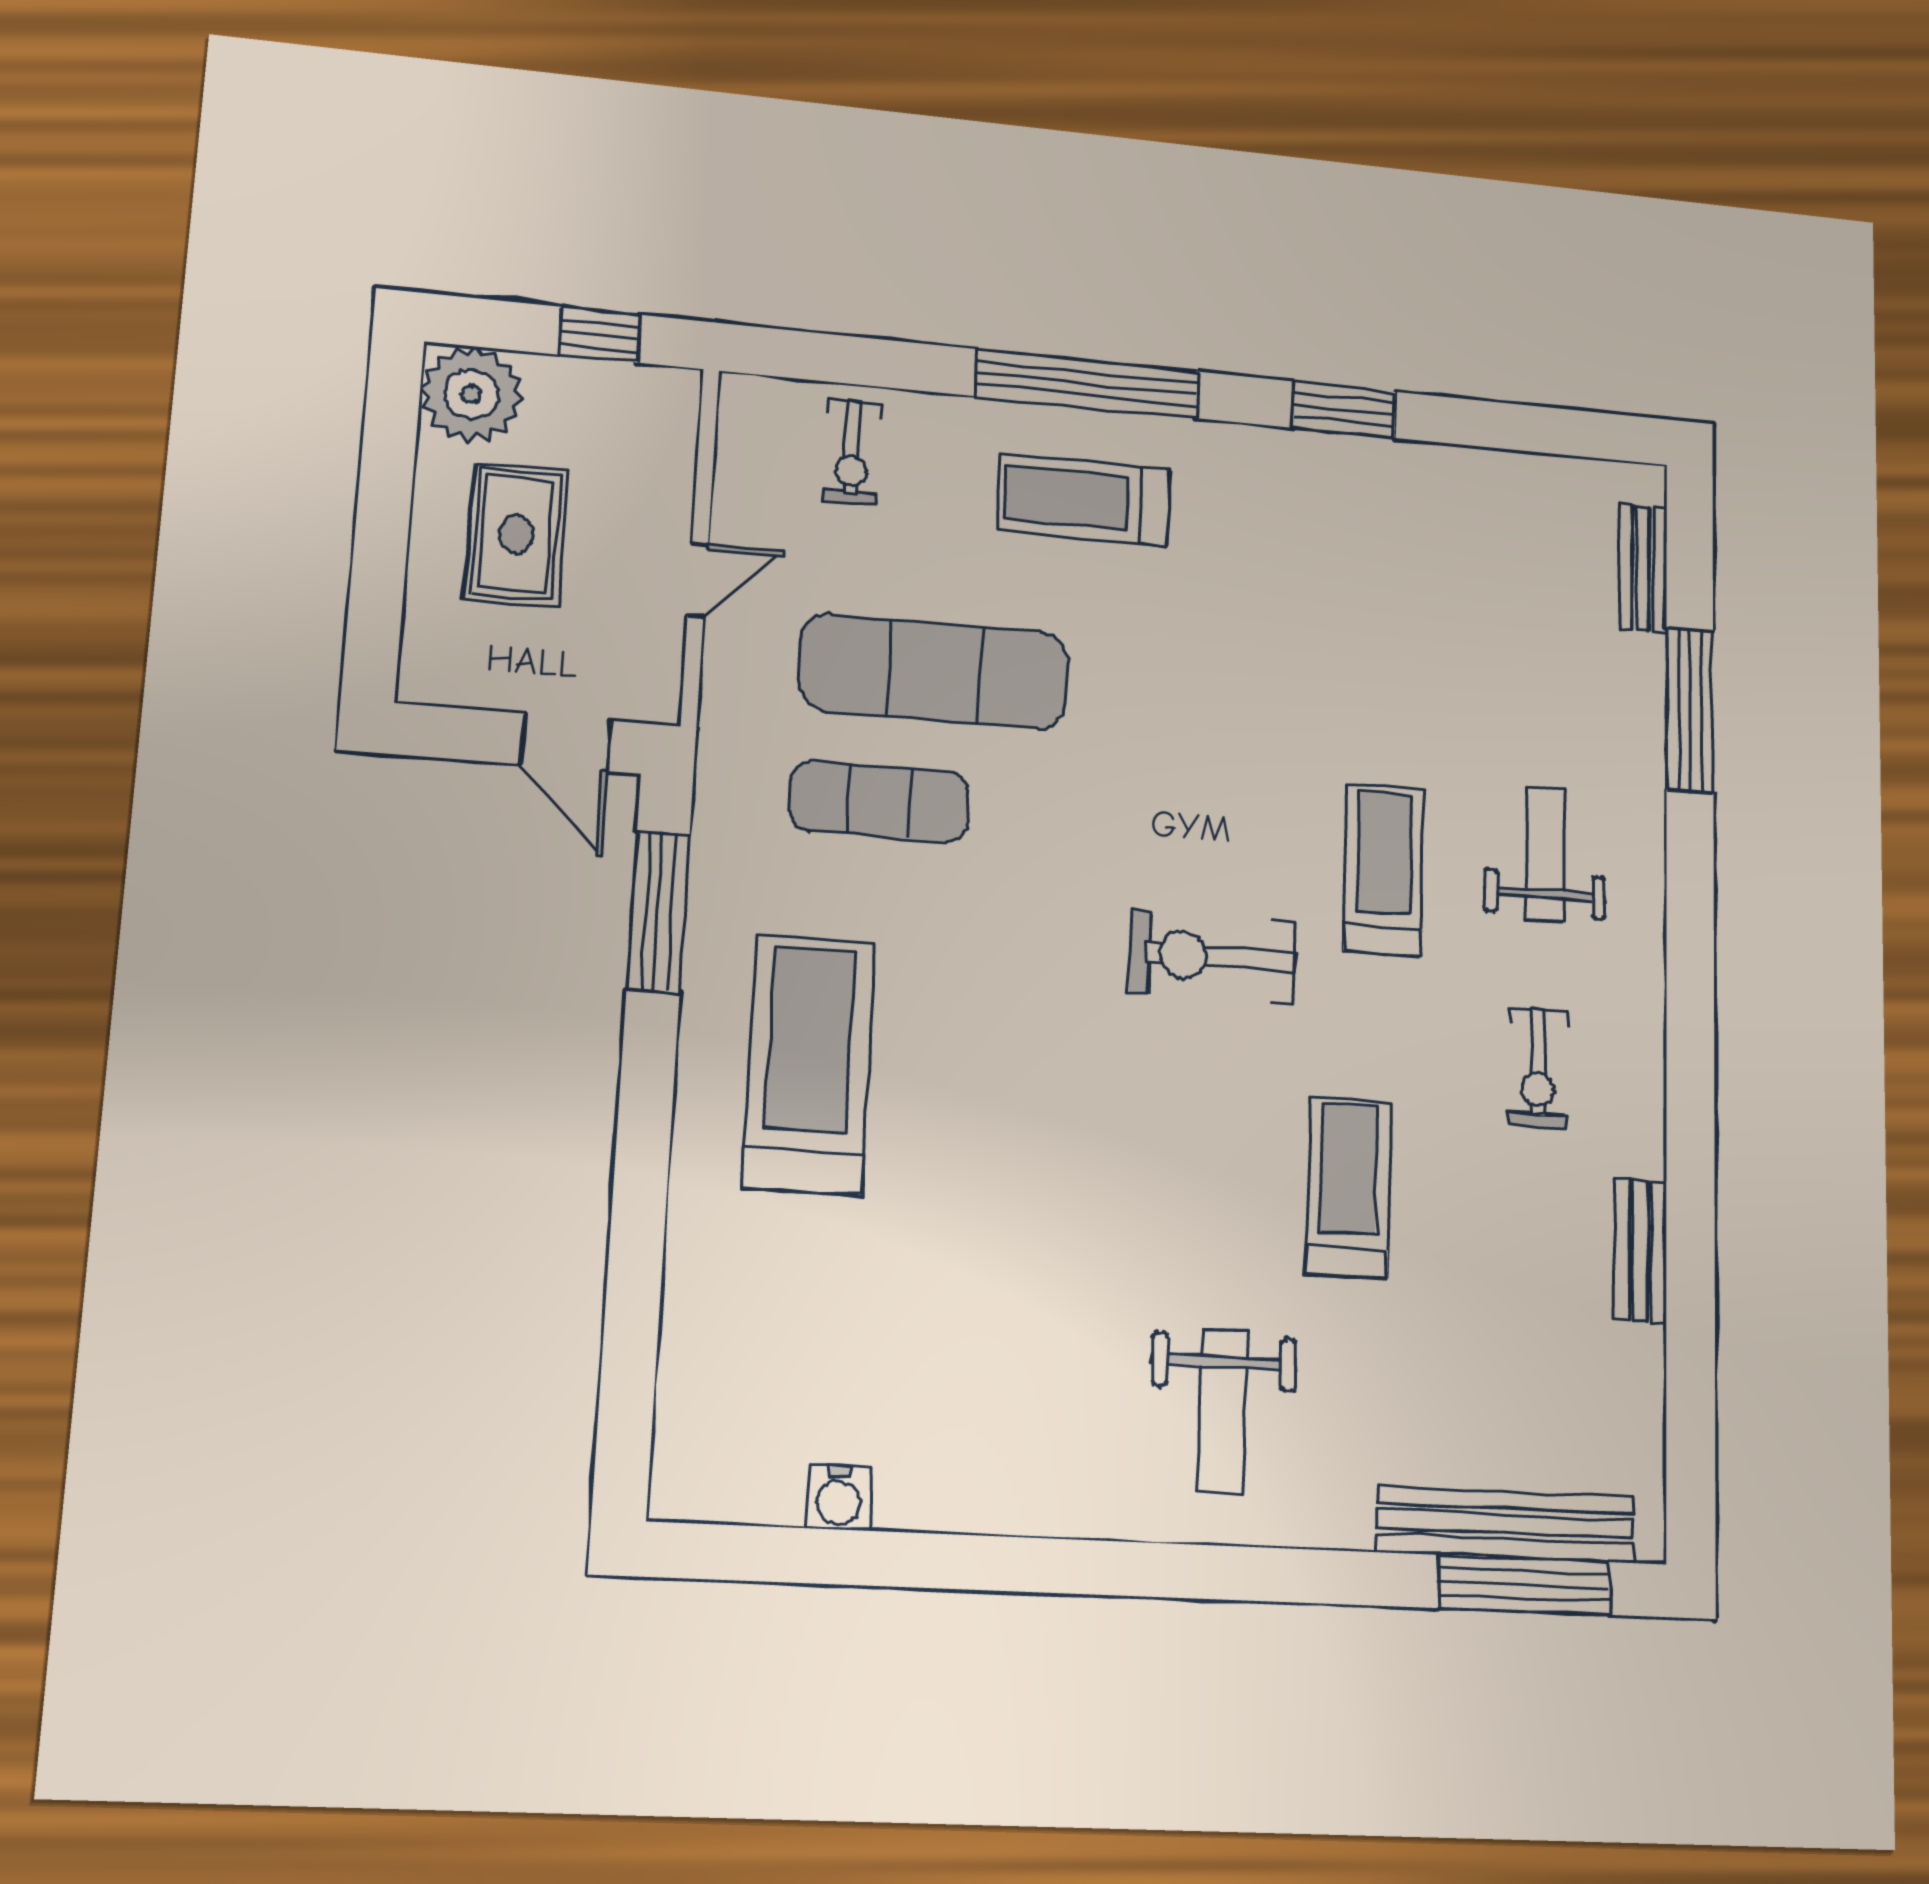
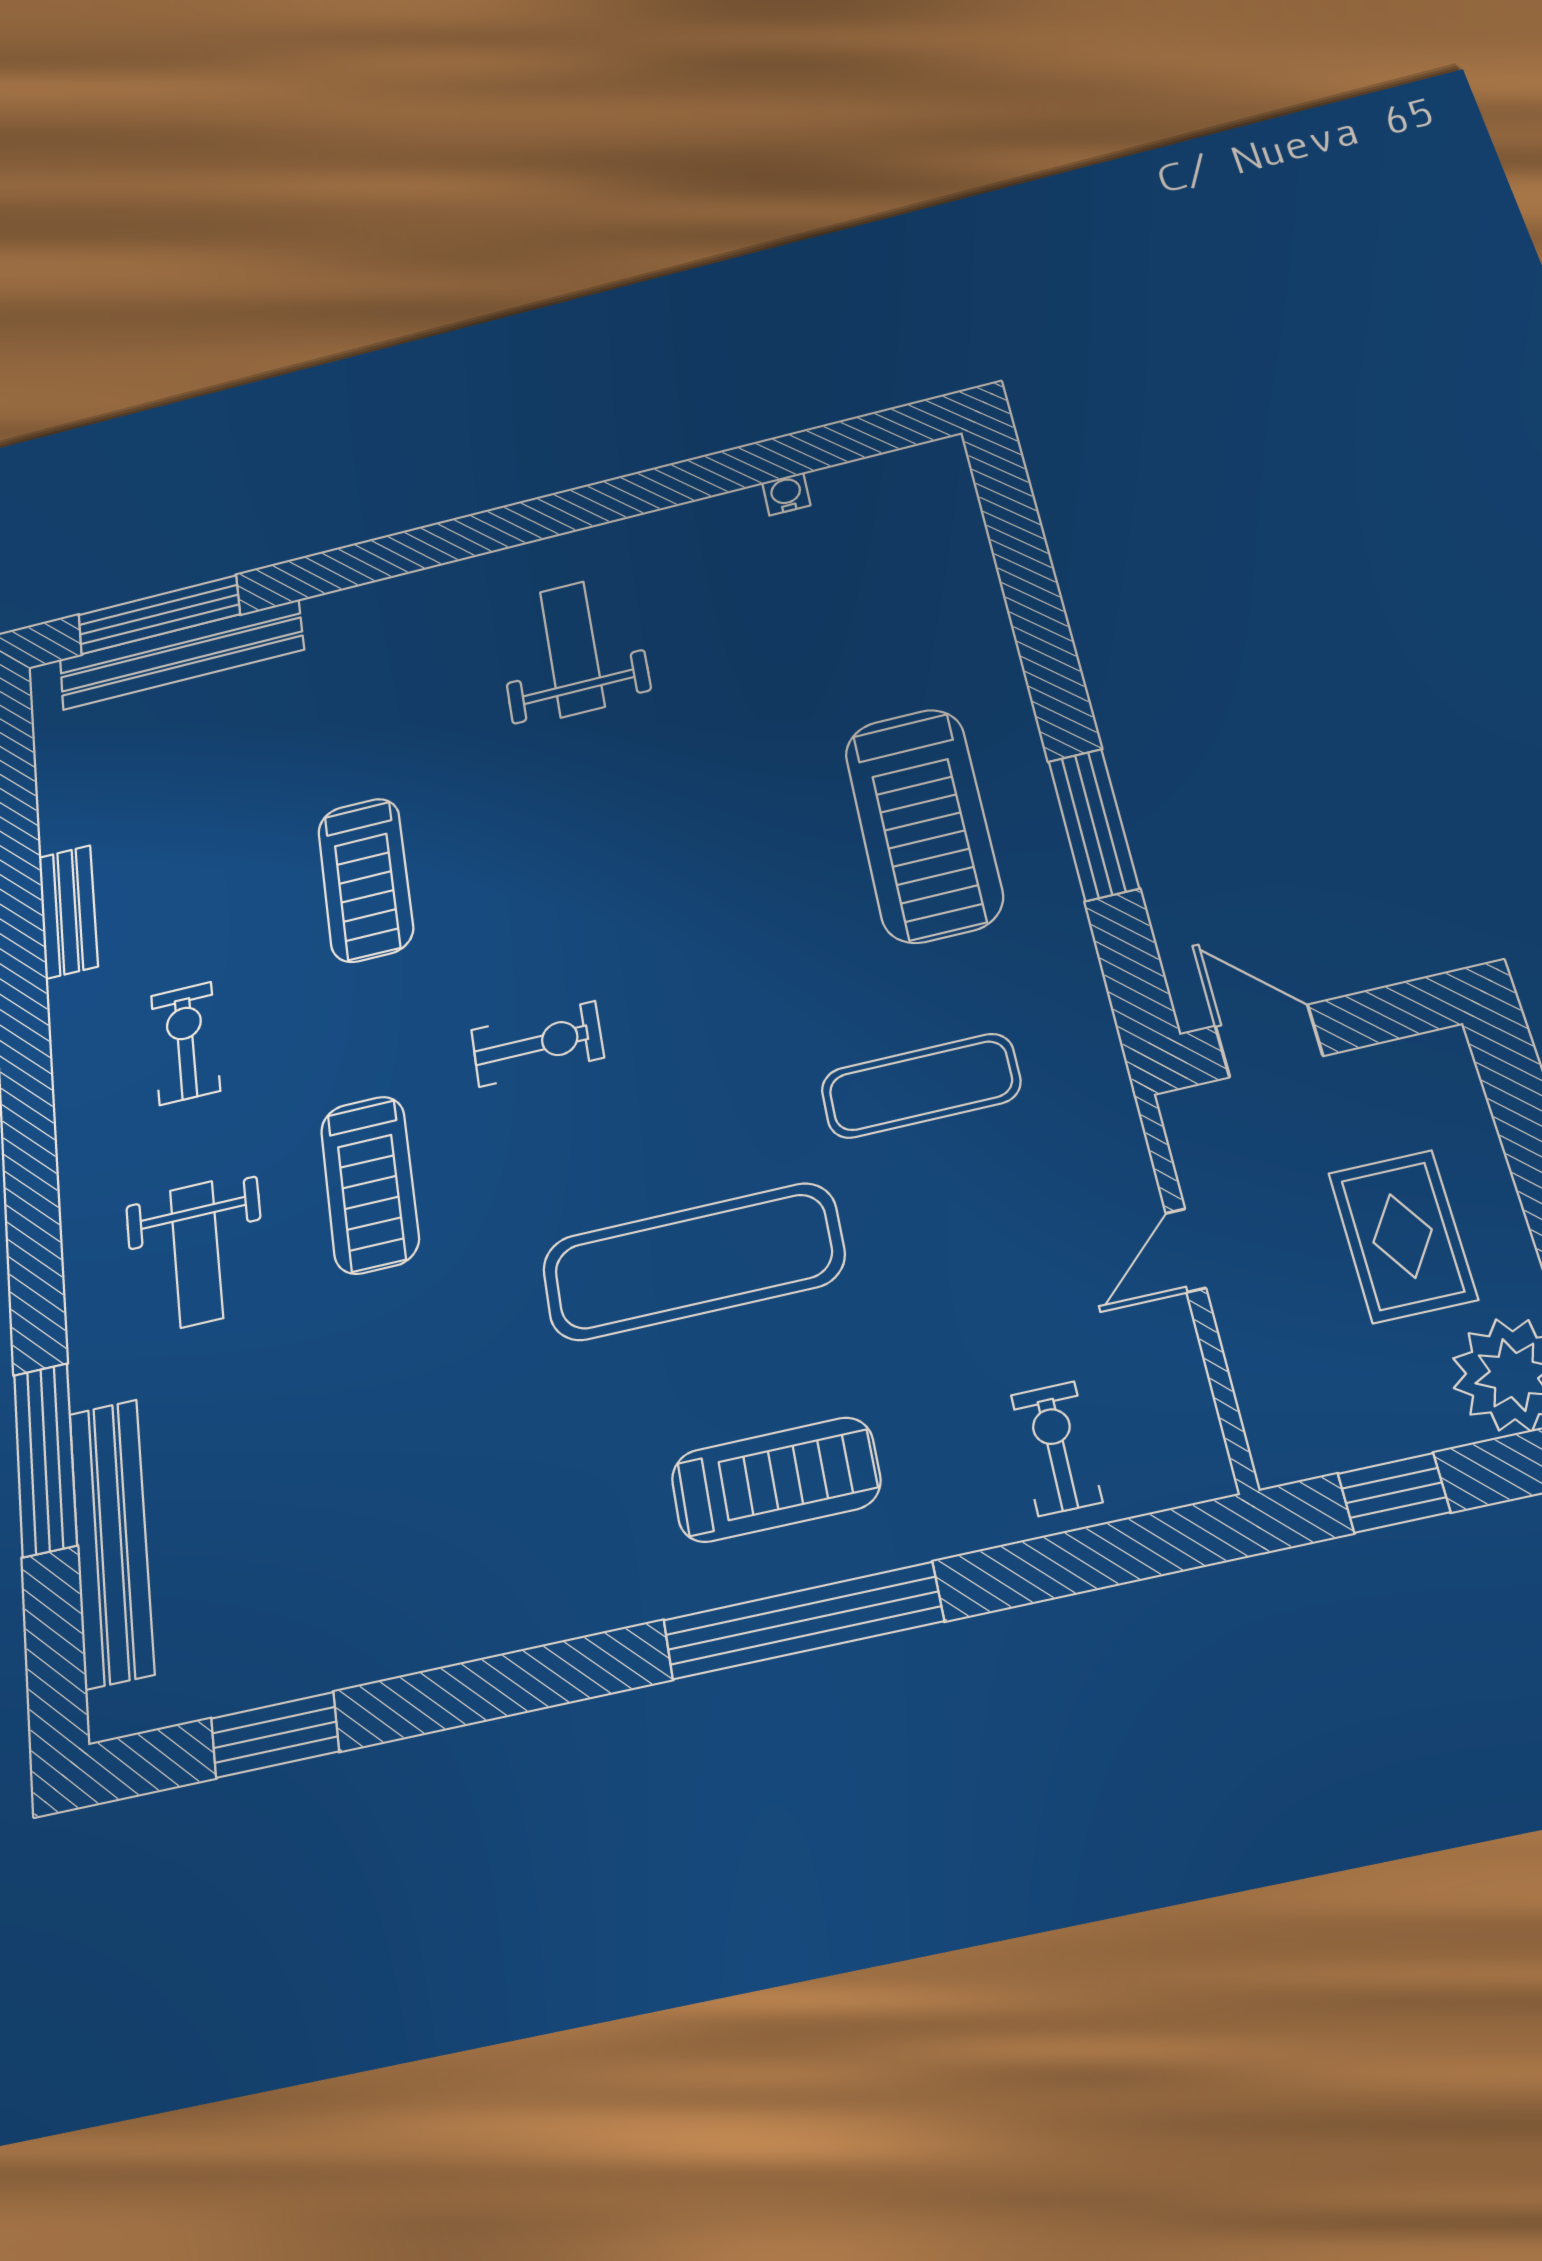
window: (1344, 410) -> (275, 1735), moved
bench: (1643, 568) -> (111, 1542), width x1.86, depth x1.21
exercise mat: (934, 671) -> (693, 1261), moved
window: (658, 912) -> (1093, 824), moved
exercise bike: (1213, 957) -> (537, 1044), width x0.73, depth x0.72
weight bench: (1223, 1411) -> (572, 649), moved
water cooler: (839, 1497) -> (786, 494), width x0.72, depth x0.72

